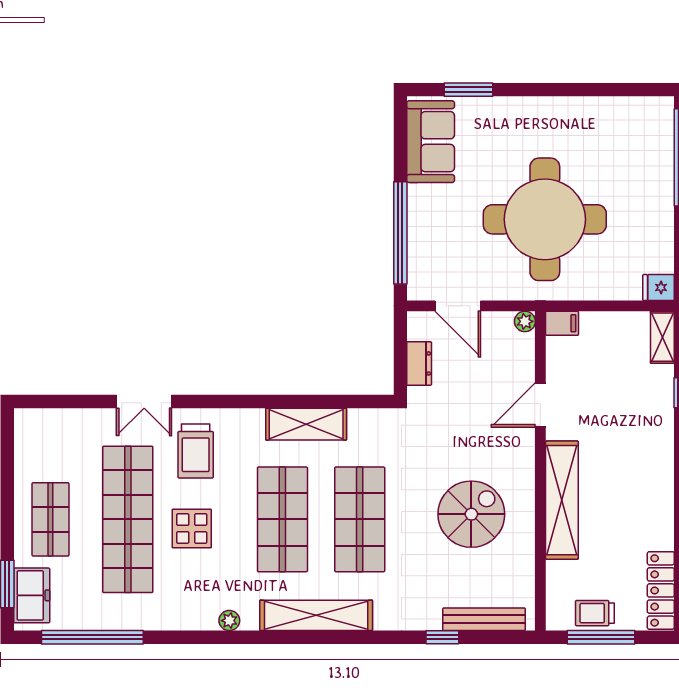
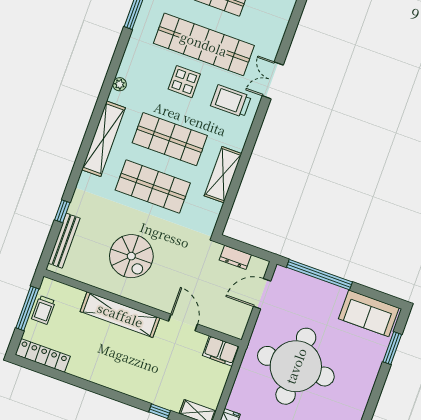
plant: (525, 321) -> (238, 331), removed
filing cabinet: (562, 323) -> (221, 351), width x2.00
trolley: (595, 613) -> (43, 310), turned 180

